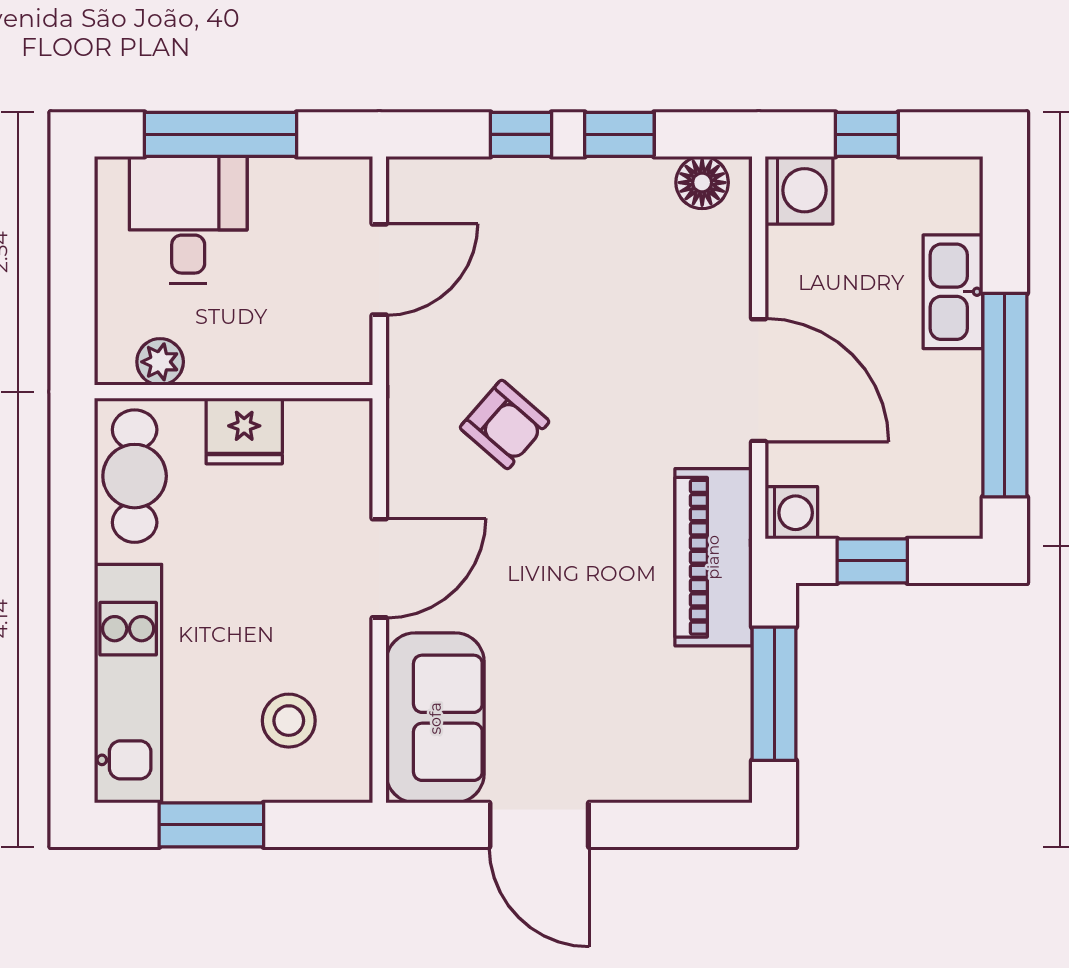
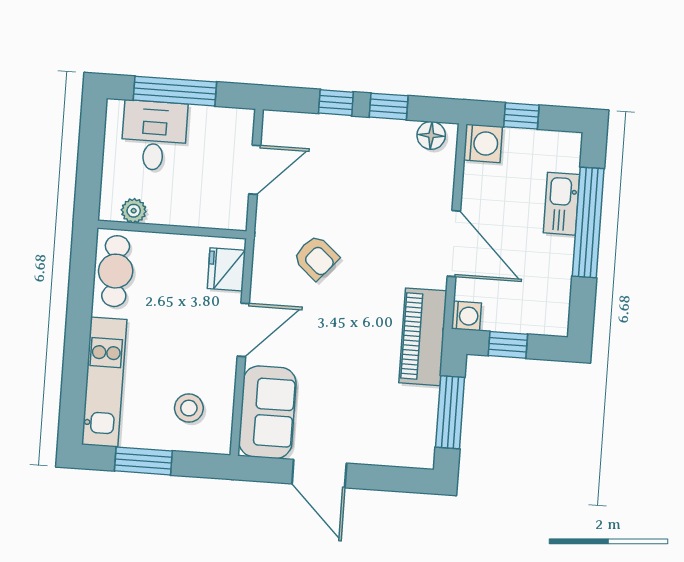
window: (1005, 395) -> (588, 222), moved
fridge: (244, 431) -> (226, 269), moved, turned 90

